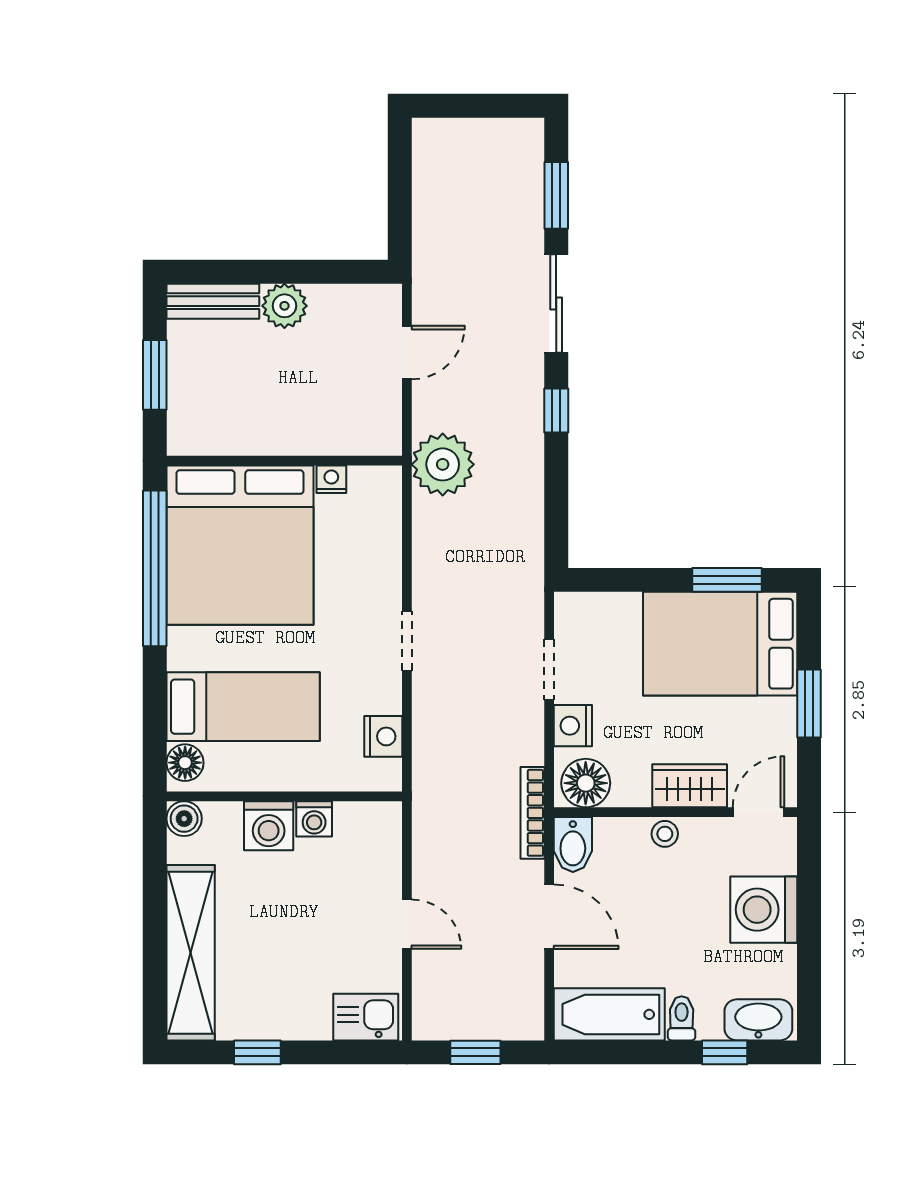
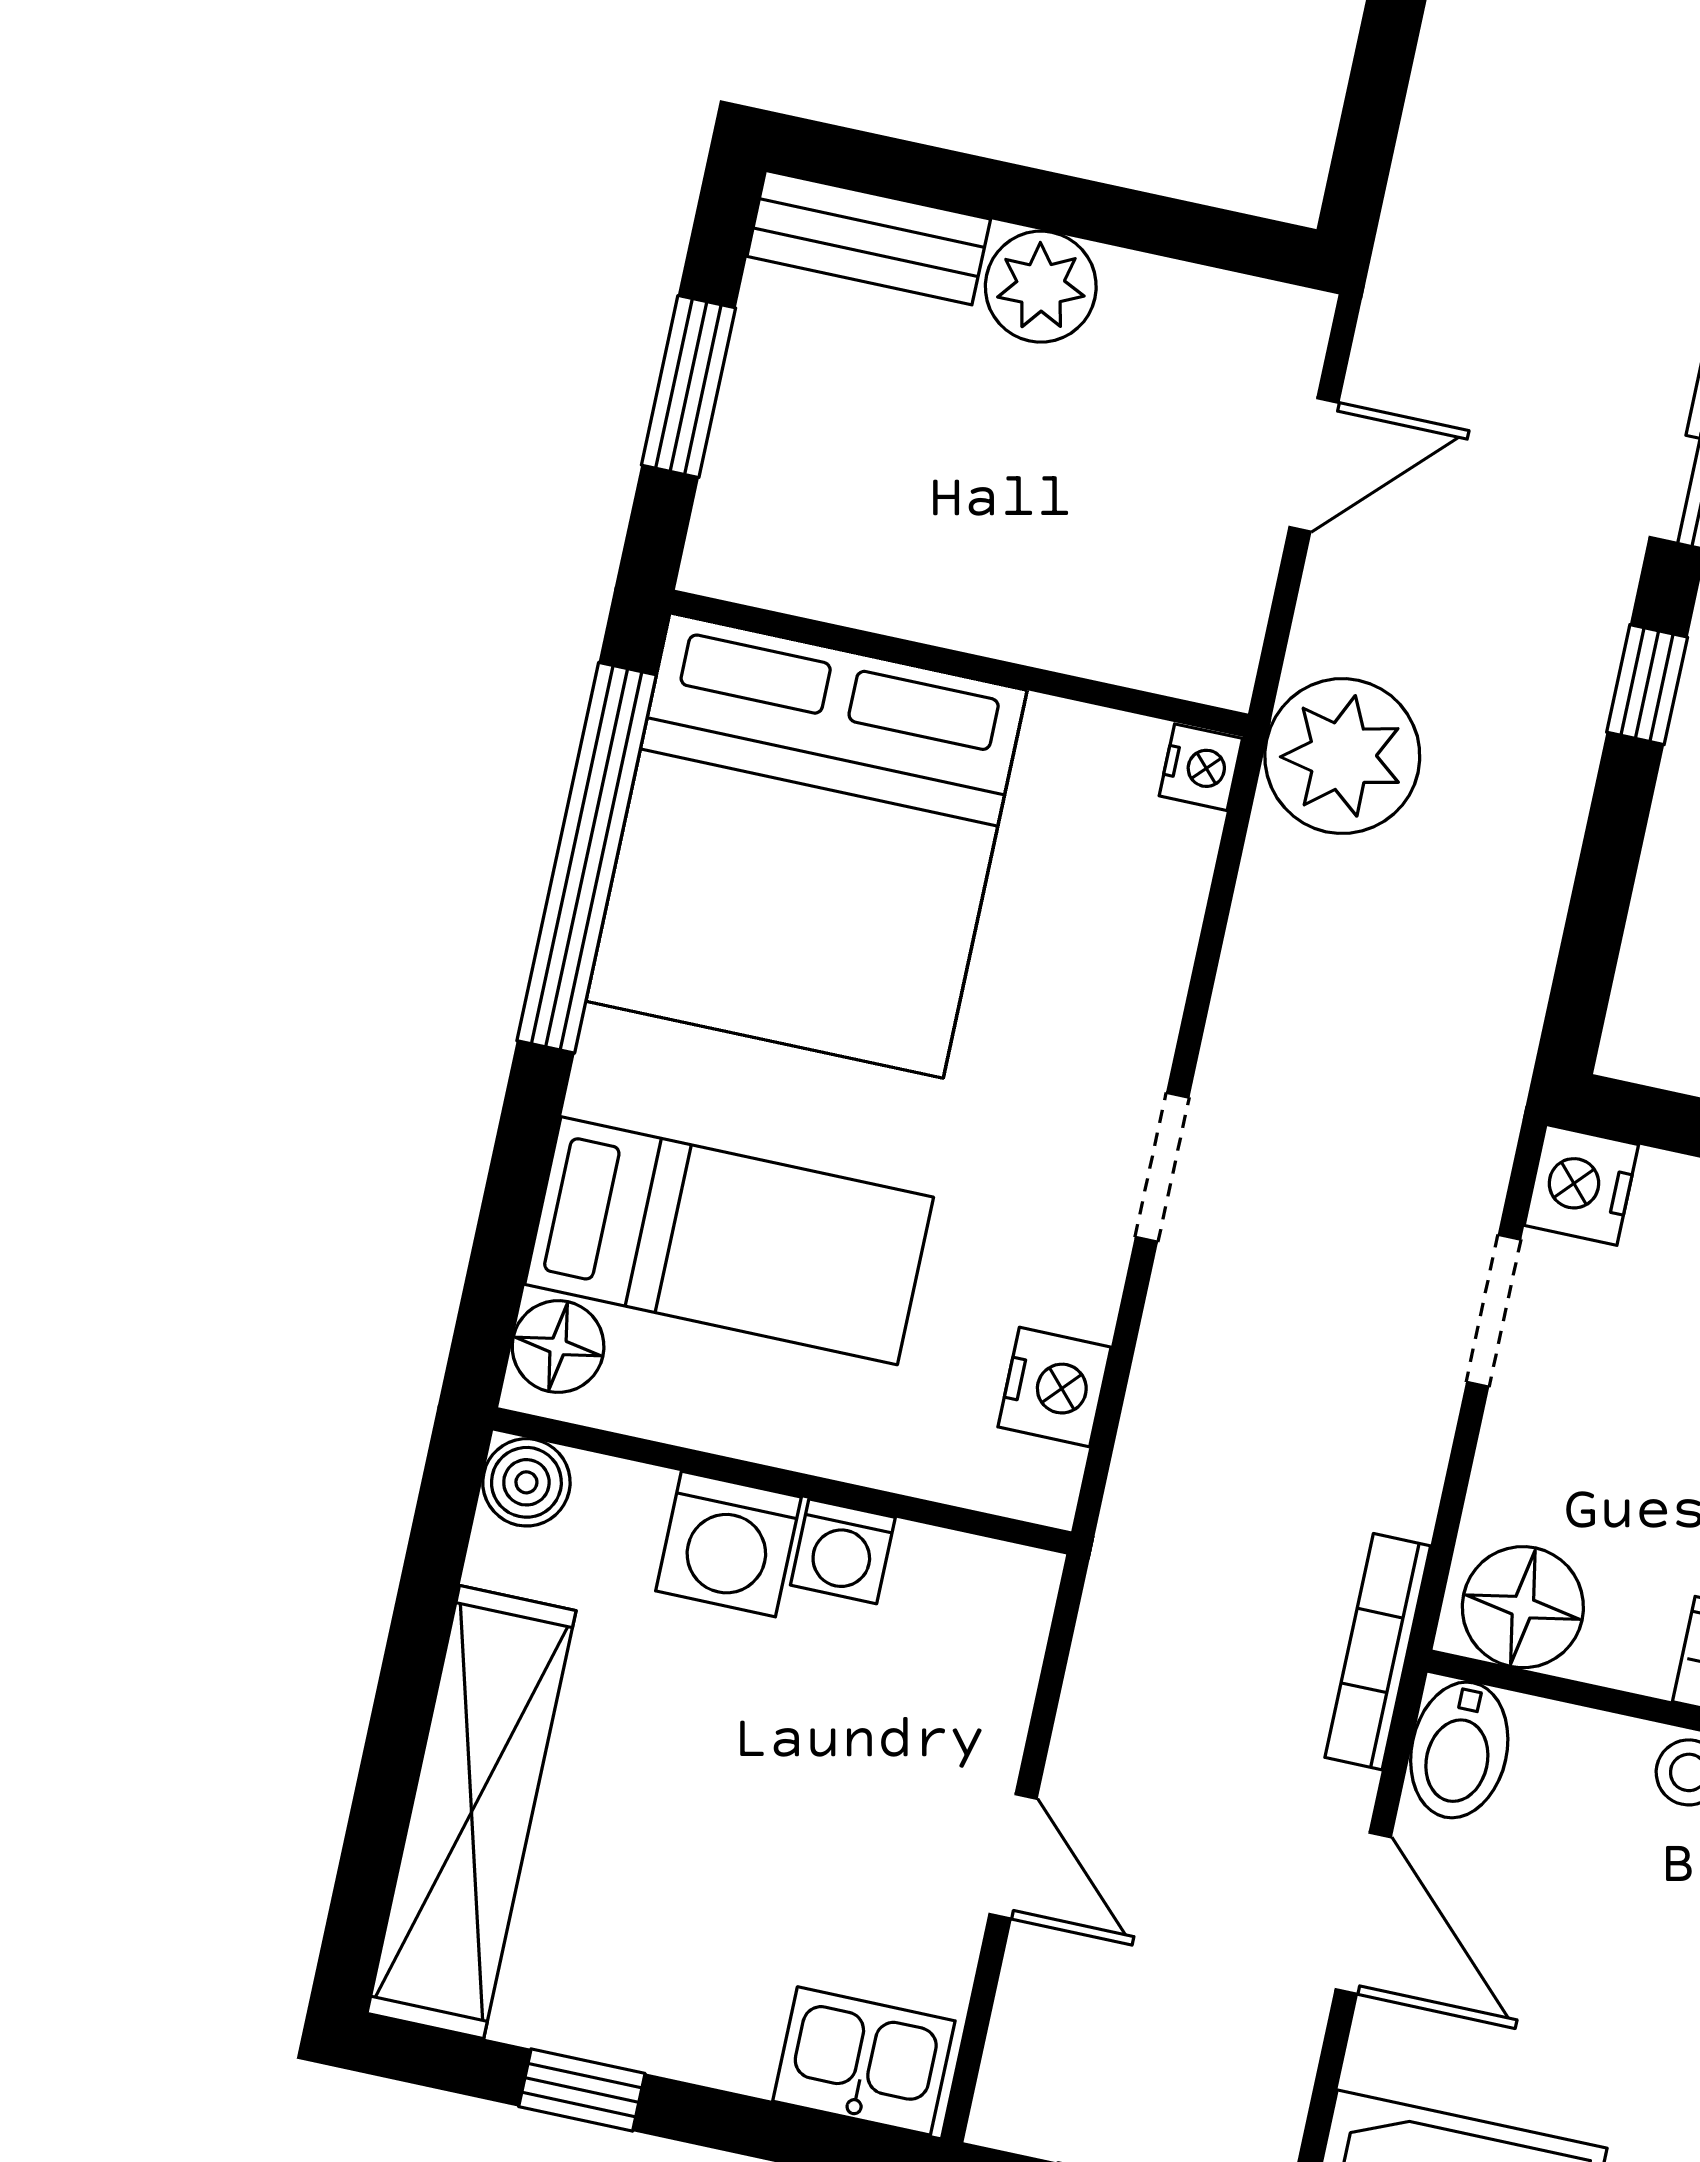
nightstand: (331, 479) -> (1201, 767), moved, turned 90
nightstand: (573, 726) -> (1581, 1185), moved

